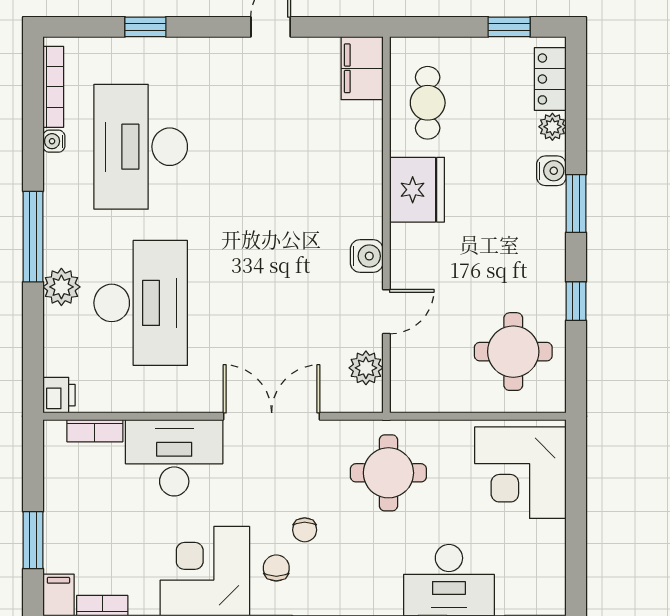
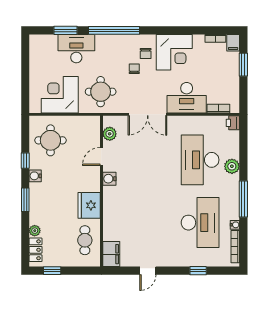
water cooler: (551, 171) -> (35, 176), moved
window: (33, 237) -> (243, 199), moved
corner desk: (520, 473) -> (60, 95), moved, turned -90

